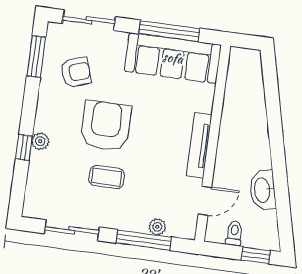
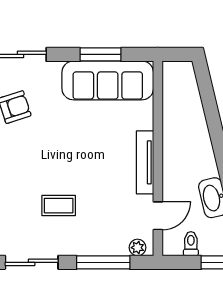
window: (169, 31) -> (101, 54), width x0.69
armchair: (106, 126) -> (51, 156), removed
plant: (157, 227) -> (138, 248), moved

